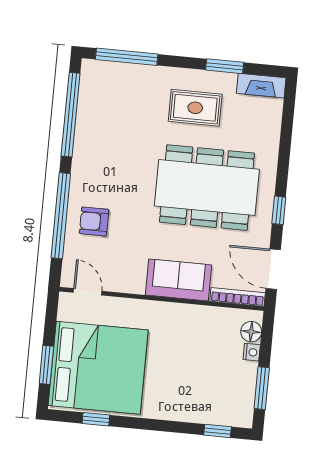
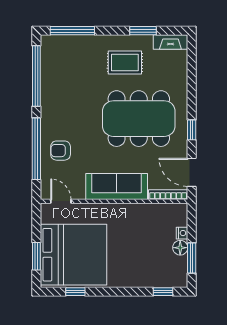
sofa: (178, 280) -> (117, 187), width x1.36
floor lamp: (251, 332) -> (180, 248), moved

